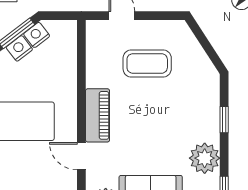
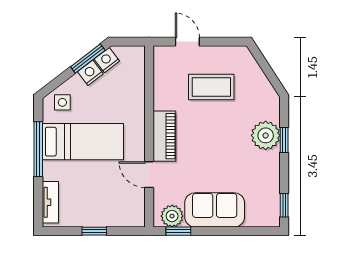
plant: (205, 158) -> (266, 135), moved

